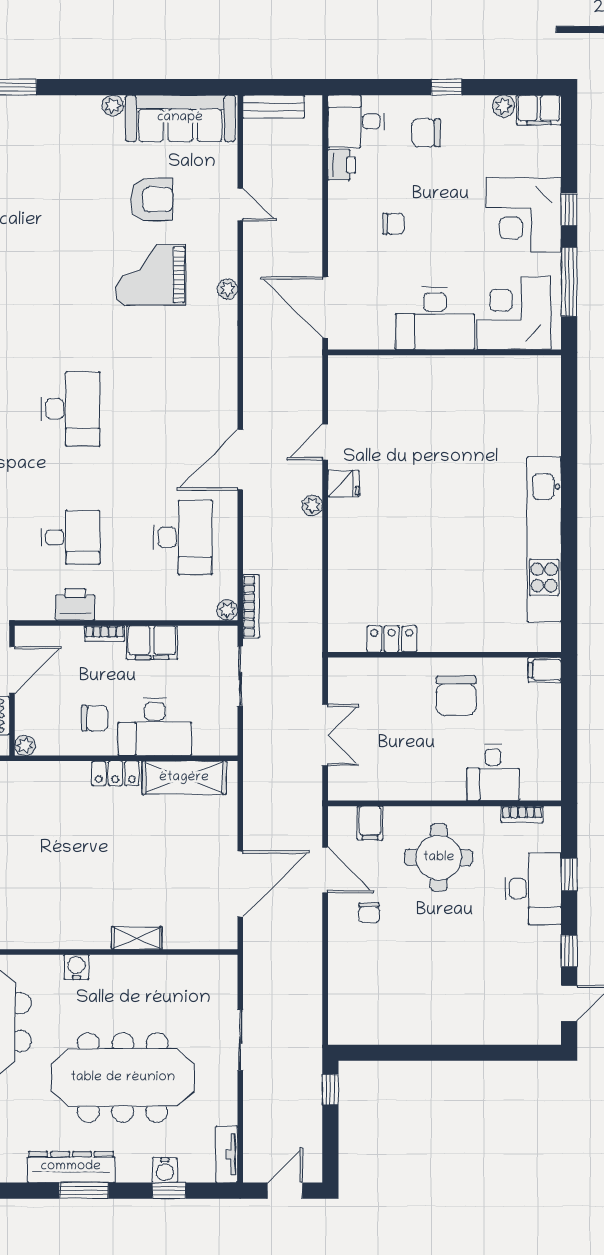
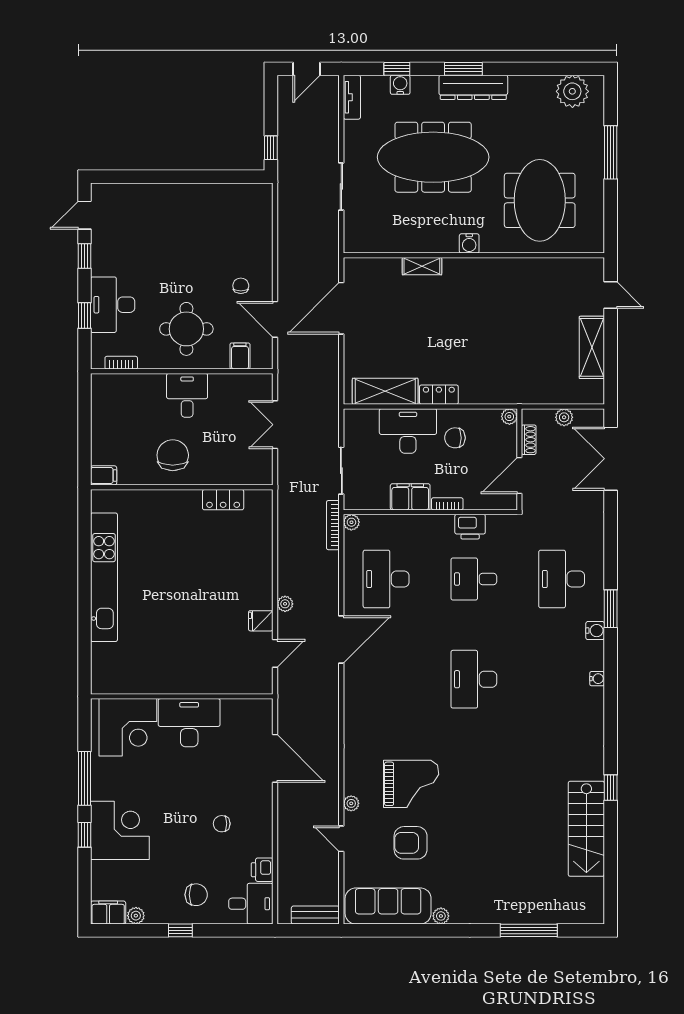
plant: (228, 289) -> (351, 803), moved
corner desk: (514, 313) -> (128, 727), moved
desk: (435, 319) -> (189, 723), moved
wall: (444, 352) -> (182, 696), moved
desk: (493, 773) -> (187, 395), moved

